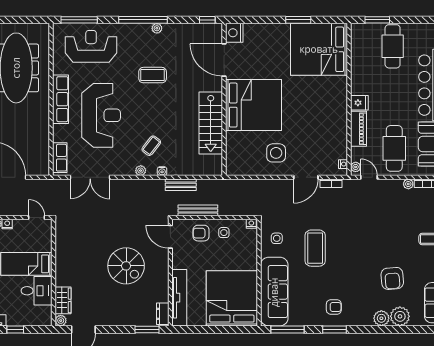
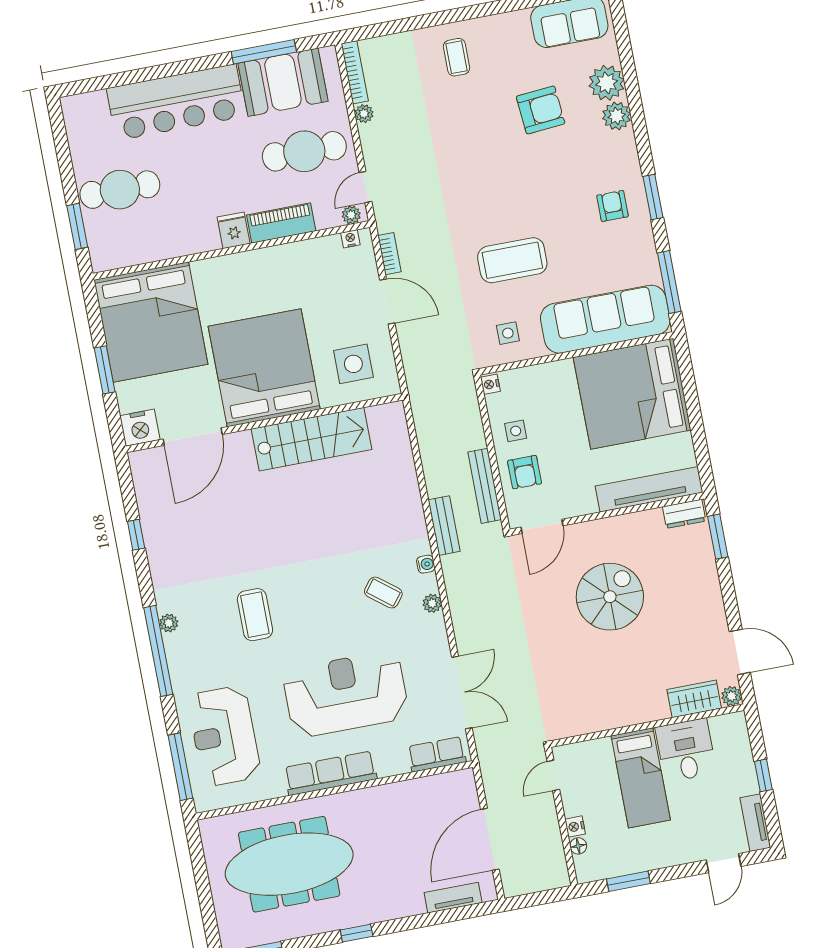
nightstand: (234, 33) -> (140, 428), moved
door: (224, 60) -> (193, 437), moved
wall: (224, 99) -> (264, 423), moved
bed: (254, 105) -> (264, 368), moved
stairs: (211, 123) -> (312, 439), moved

